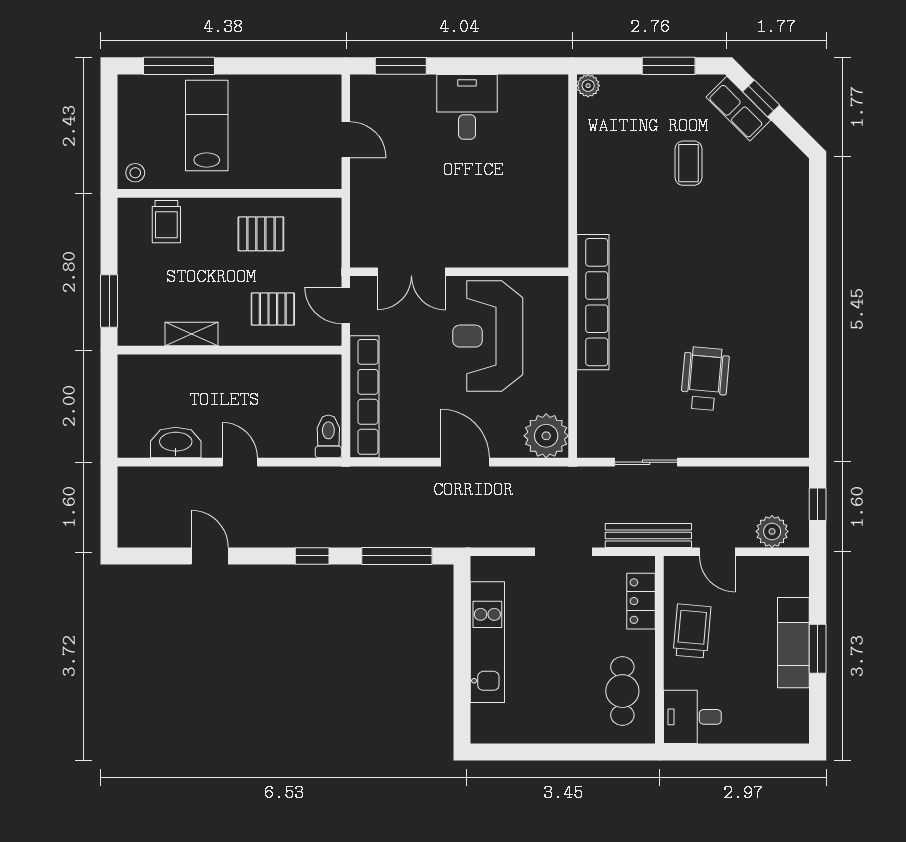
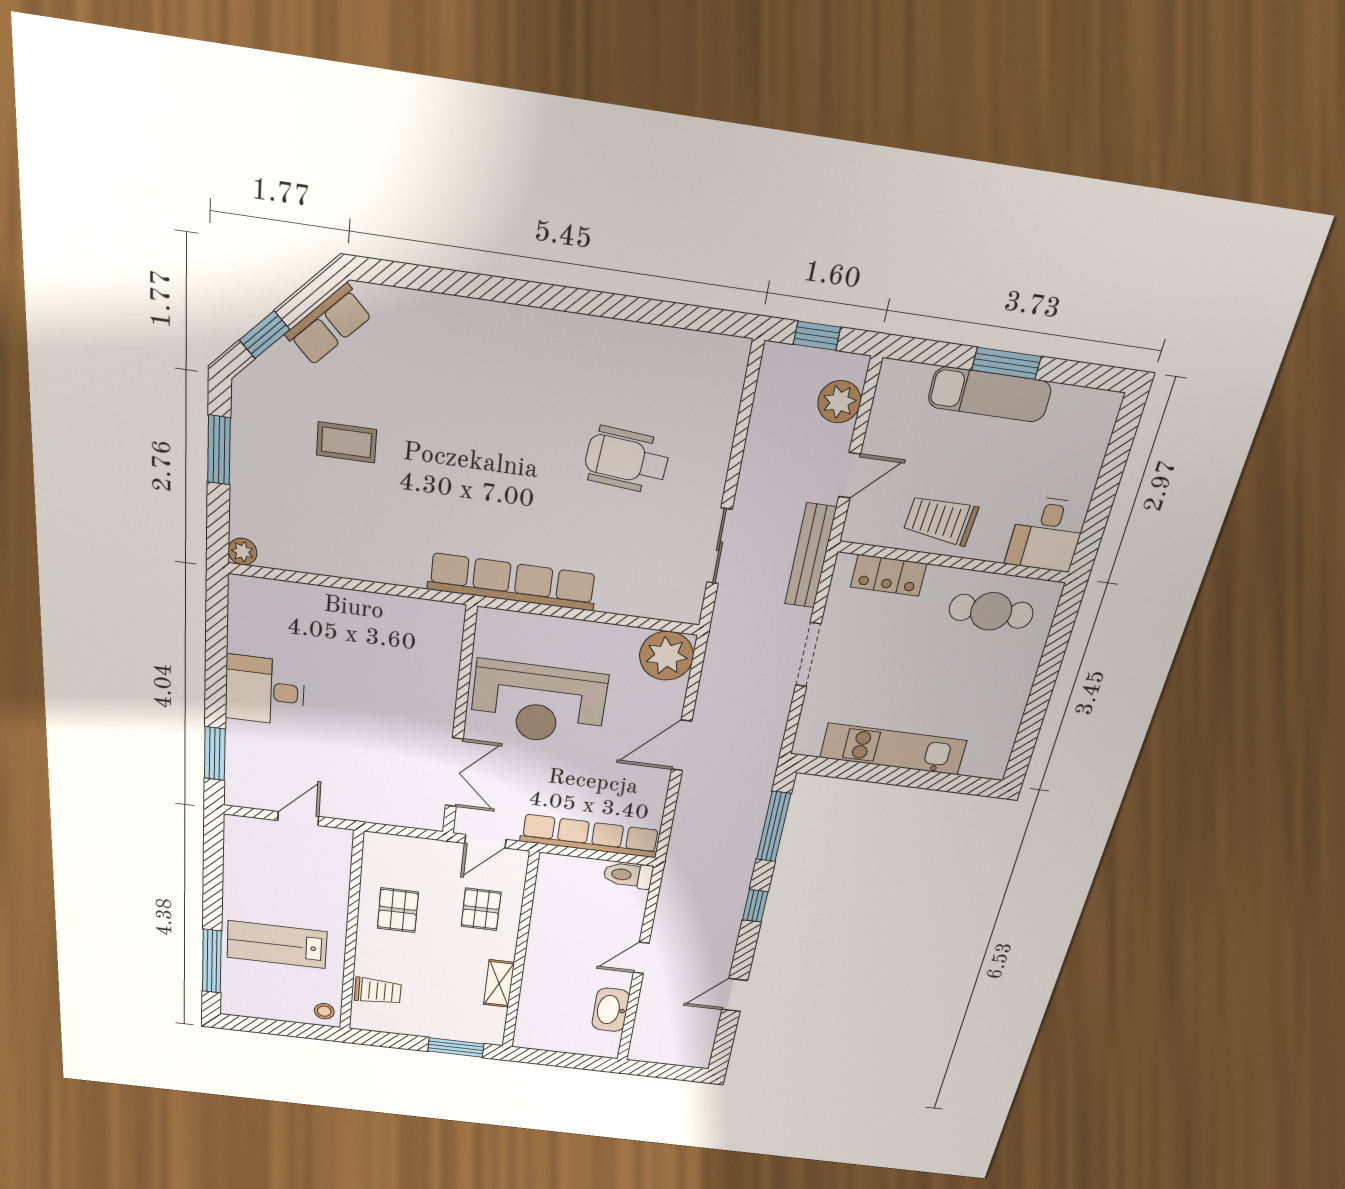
row of seats: (738, 109) -> (329, 325), moved

